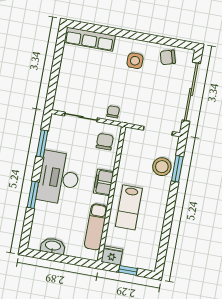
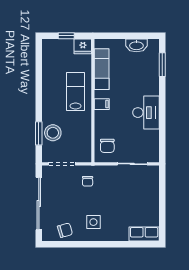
row of seats: (90, 39) -> (144, 234), width x0.68
chair: (113, 112) -> (88, 181), moved
window: (42, 143) -> (162, 134), removed
desk: (59, 178) -> (146, 113), width x0.73, depth x0.77
filing cabinet: (104, 182) -> (102, 104), width x0.50
window: (33, 195) -> (162, 65), moved

